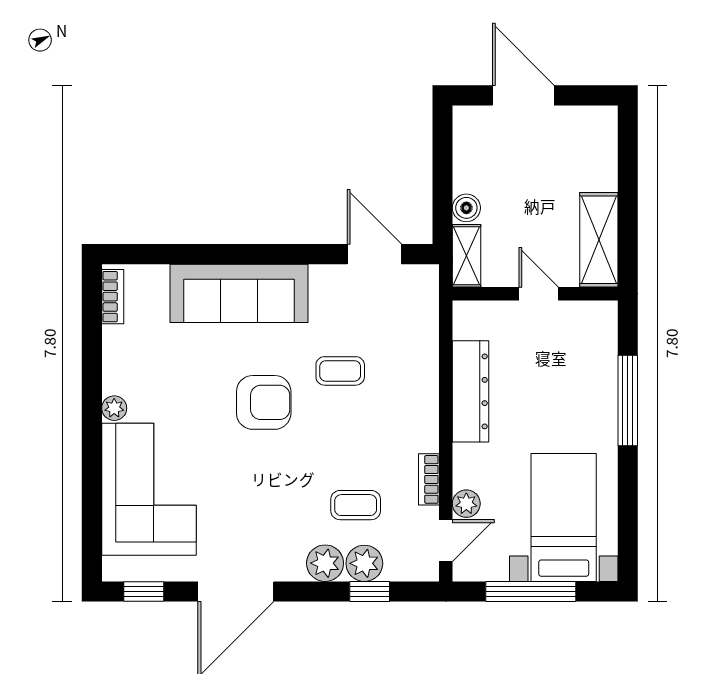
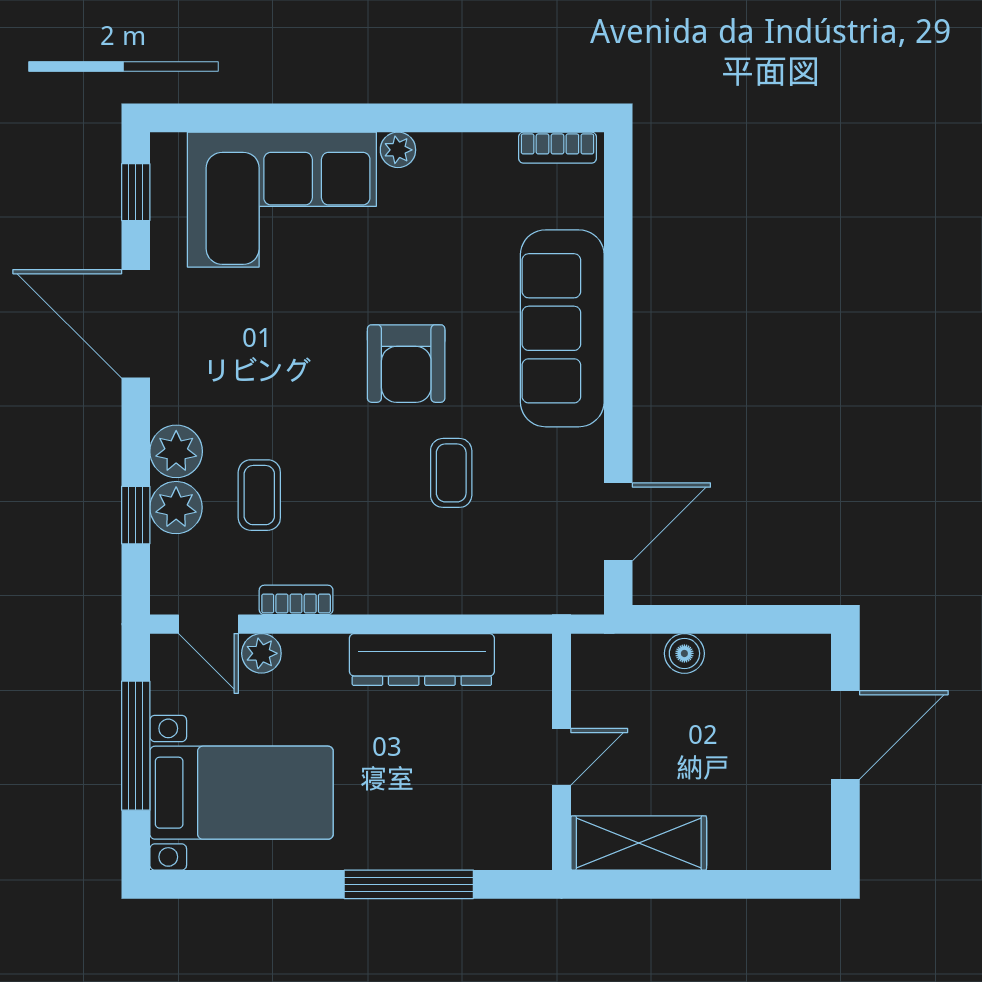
shelving: (467, 256) -> (616, 654), removed

